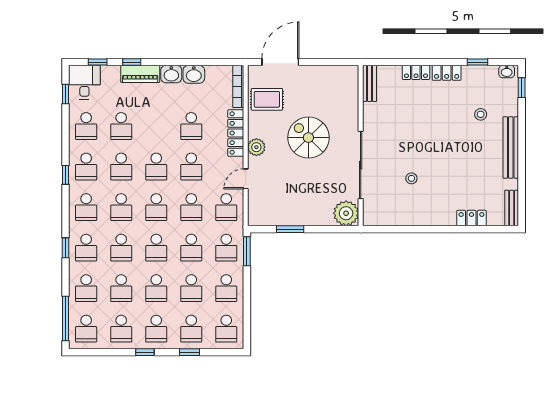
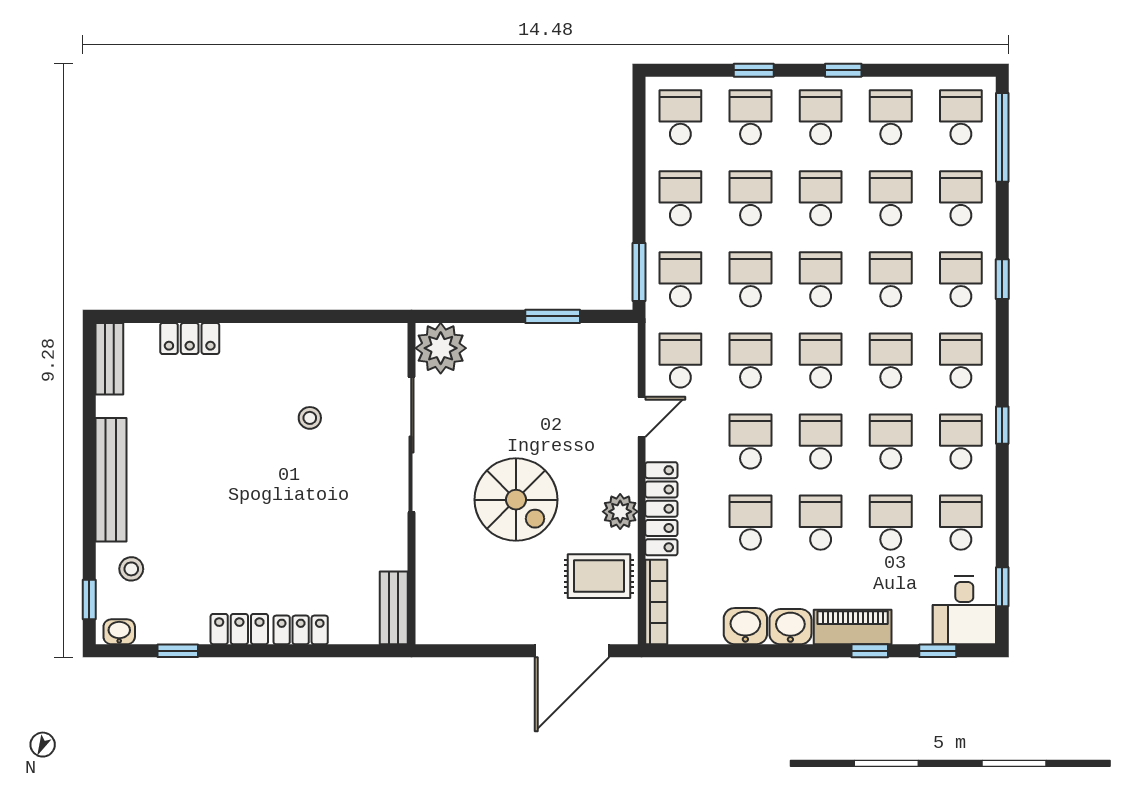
stool: (481, 114) -> (131, 569), moved
school desk: (156, 126) -> (821, 523), added
plant: (256, 147) -> (620, 512), moved

